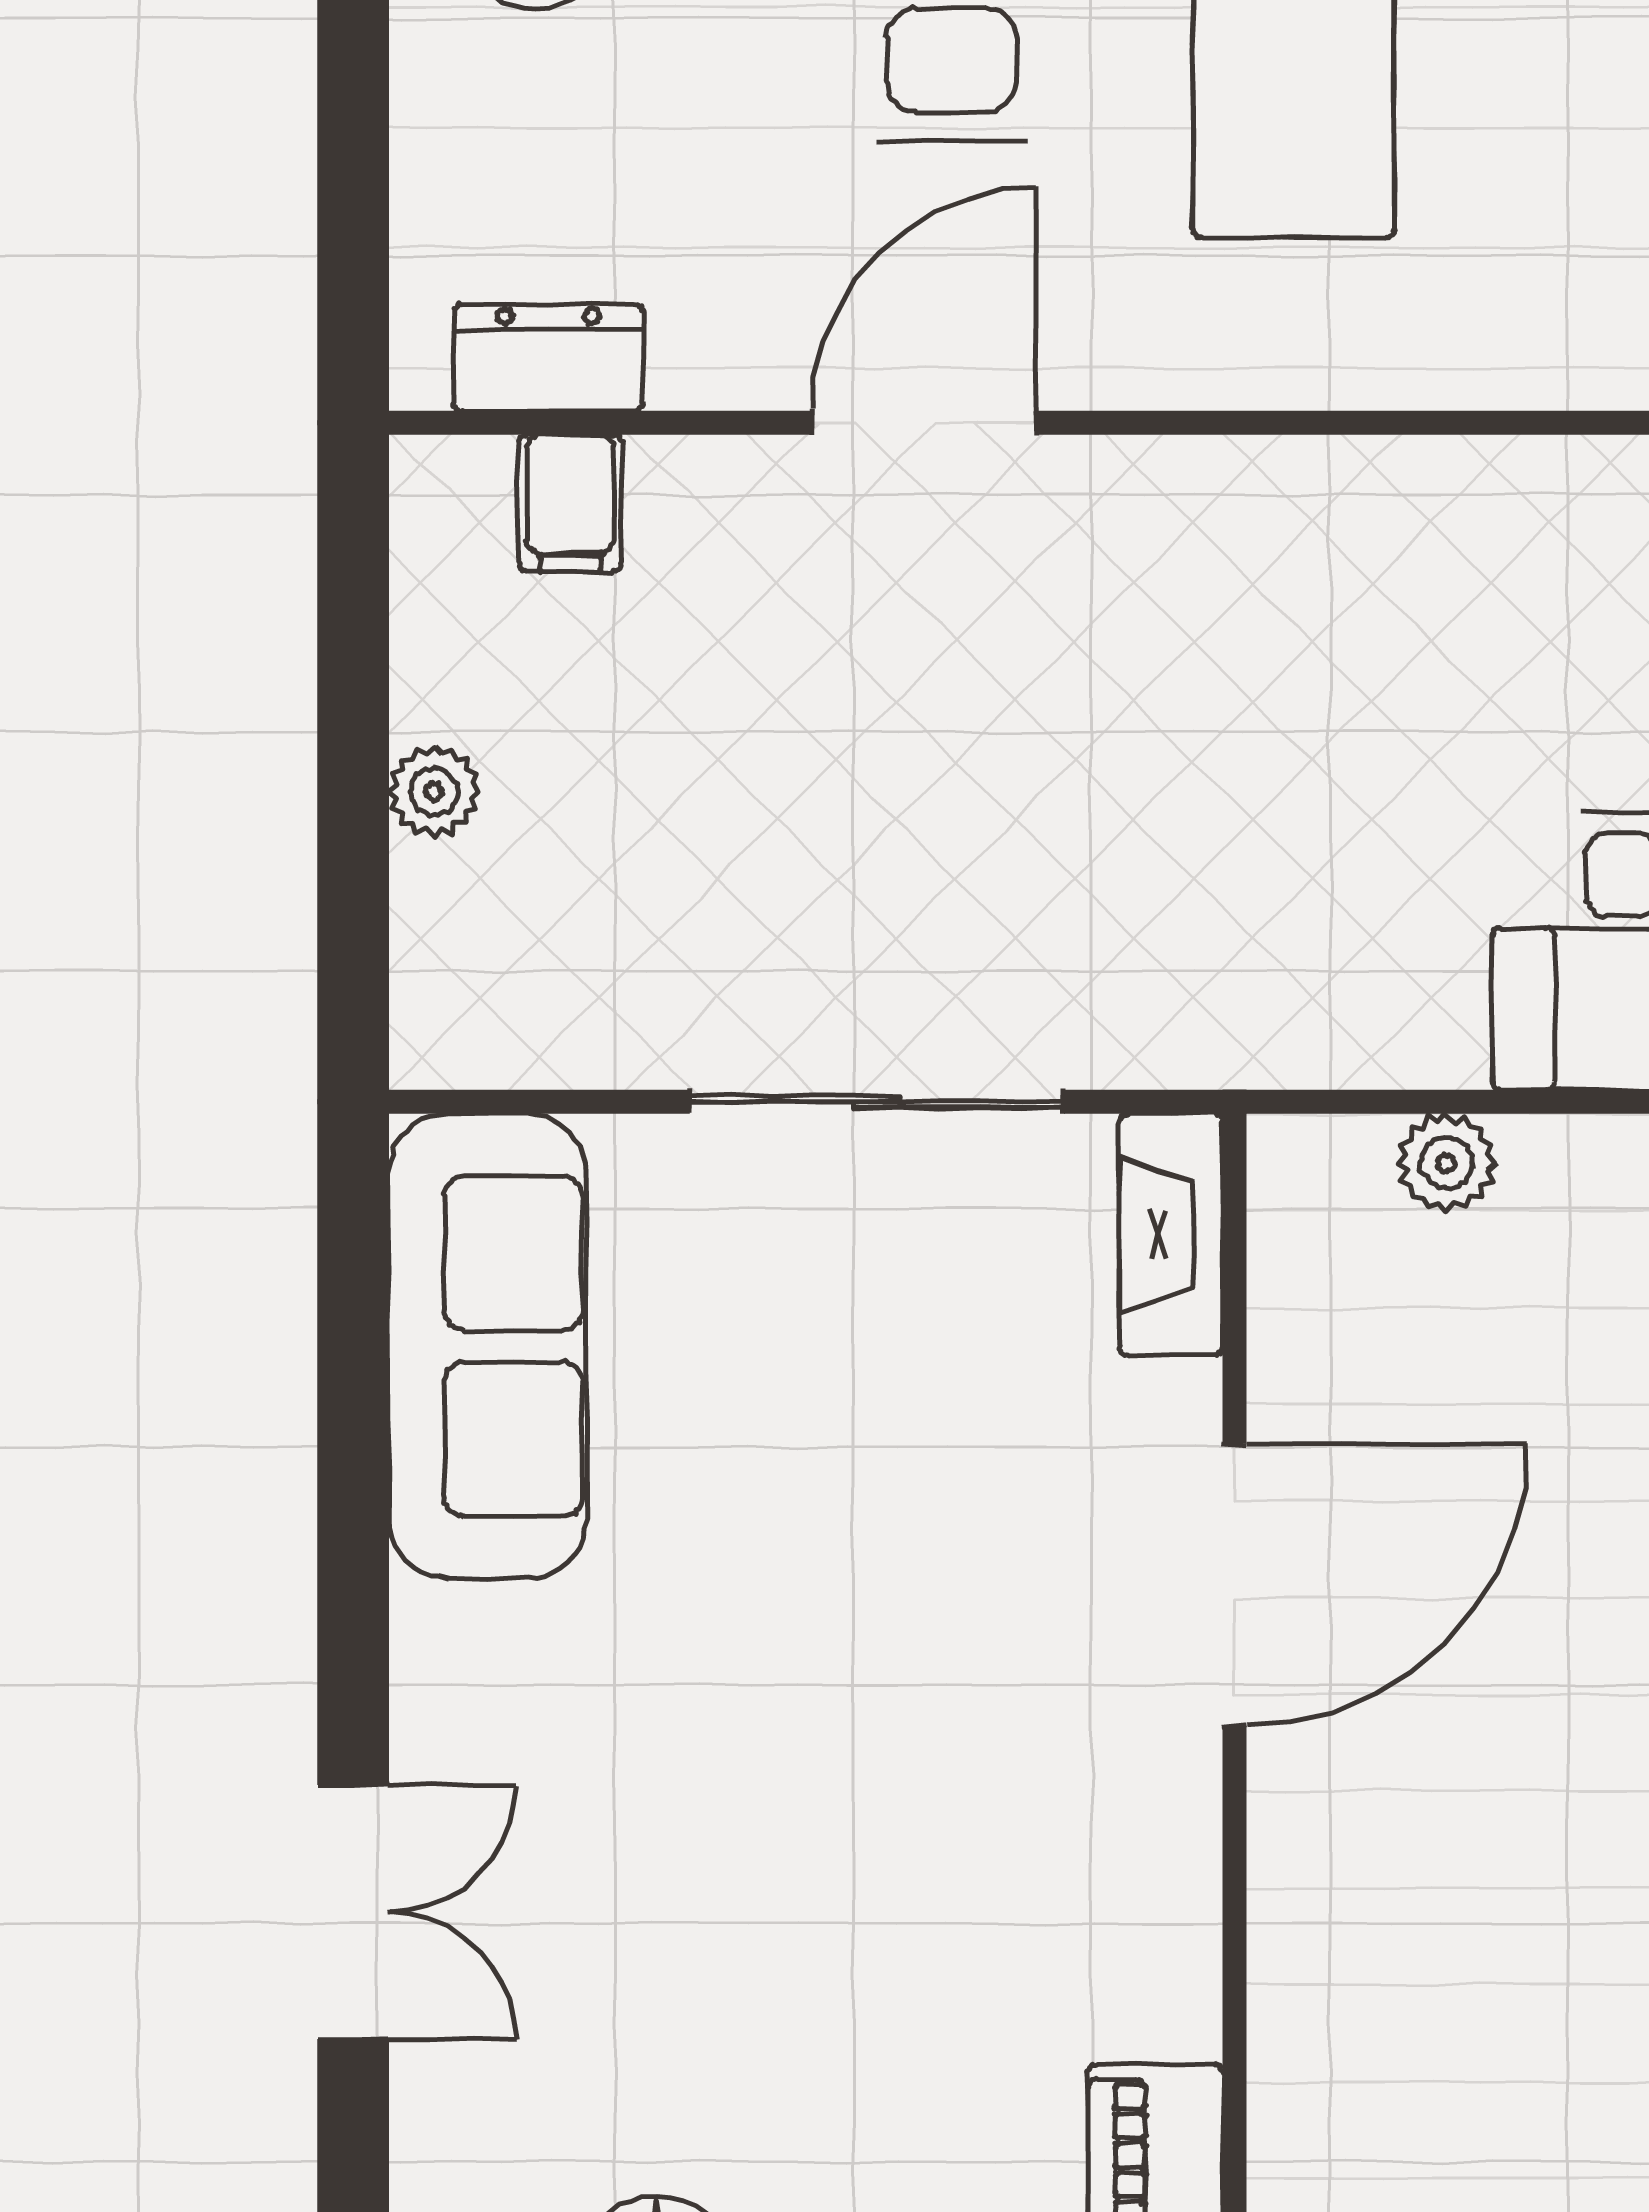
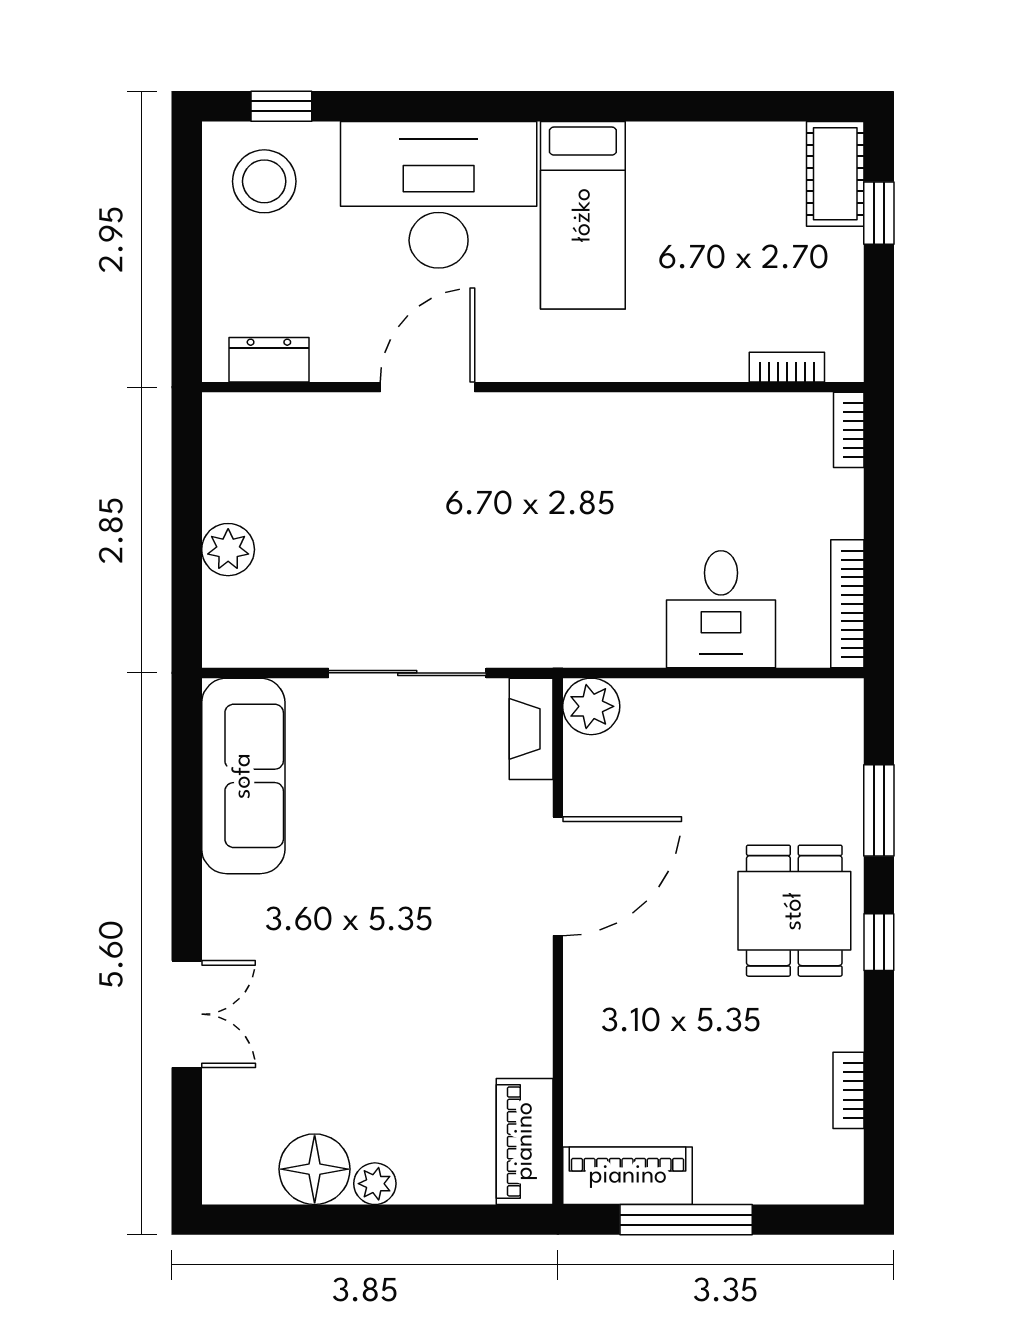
filing cabinet: (570, 503) -> (278, 421), removed
plant: (434, 791) -> (228, 550), width x1.38, depth x1.38
plant: (1446, 1163) -> (591, 706), moved, width x1.38, depth x1.38

